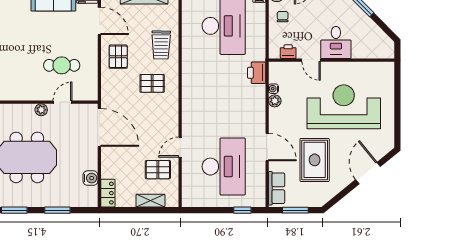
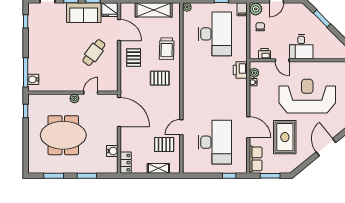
cafe table: (62, 65) -> (94, 53), moved, turned -54
plant: (275, 101) -> (254, 73), moved

